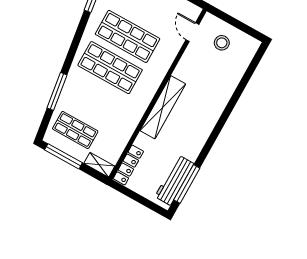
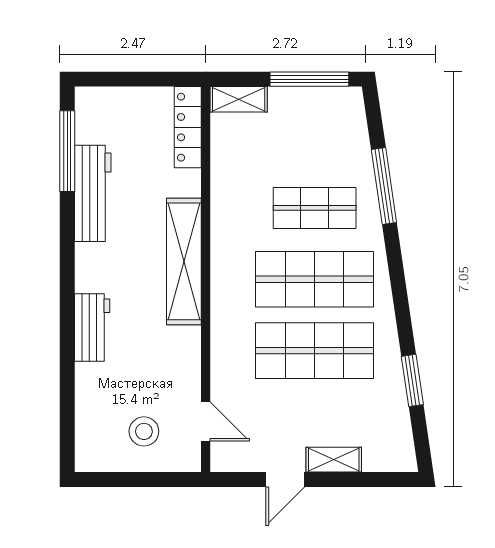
workbench: (219, 101) -> (92, 327), added
shop shelf: (75, 130) -> (315, 208), moved
workbench: (174, 180) -> (93, 193), moved

